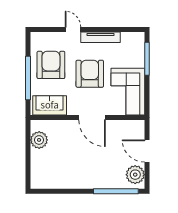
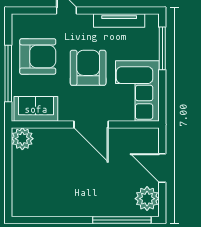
tv unit: (101, 37) -> (119, 21), moved
armchair: (51, 65) -> (38, 56), turned 90
plant: (39, 140) -> (22, 139), moved

